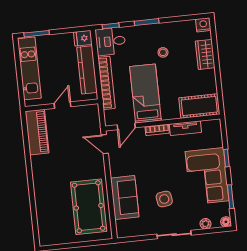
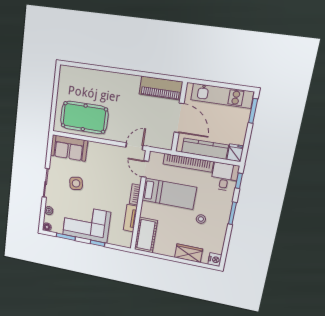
door: (63, 105) -> (179, 118), width x1.88
sofa: (125, 197) -> (69, 148), moved

